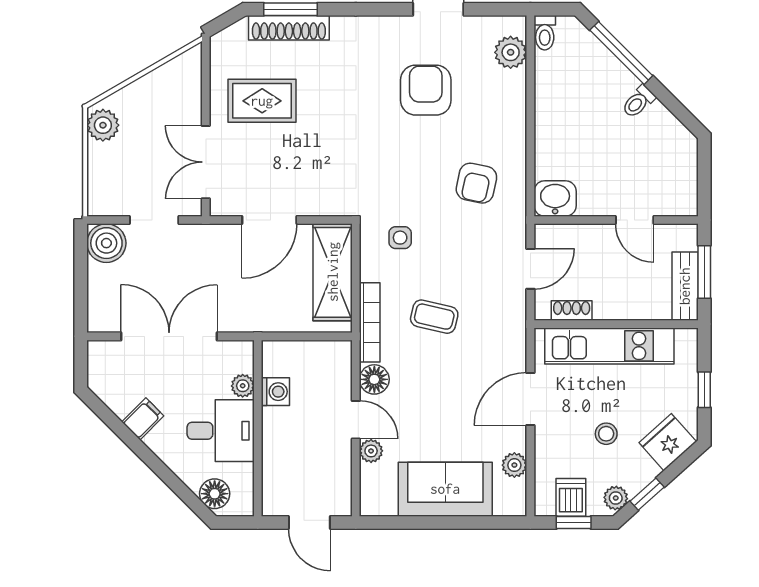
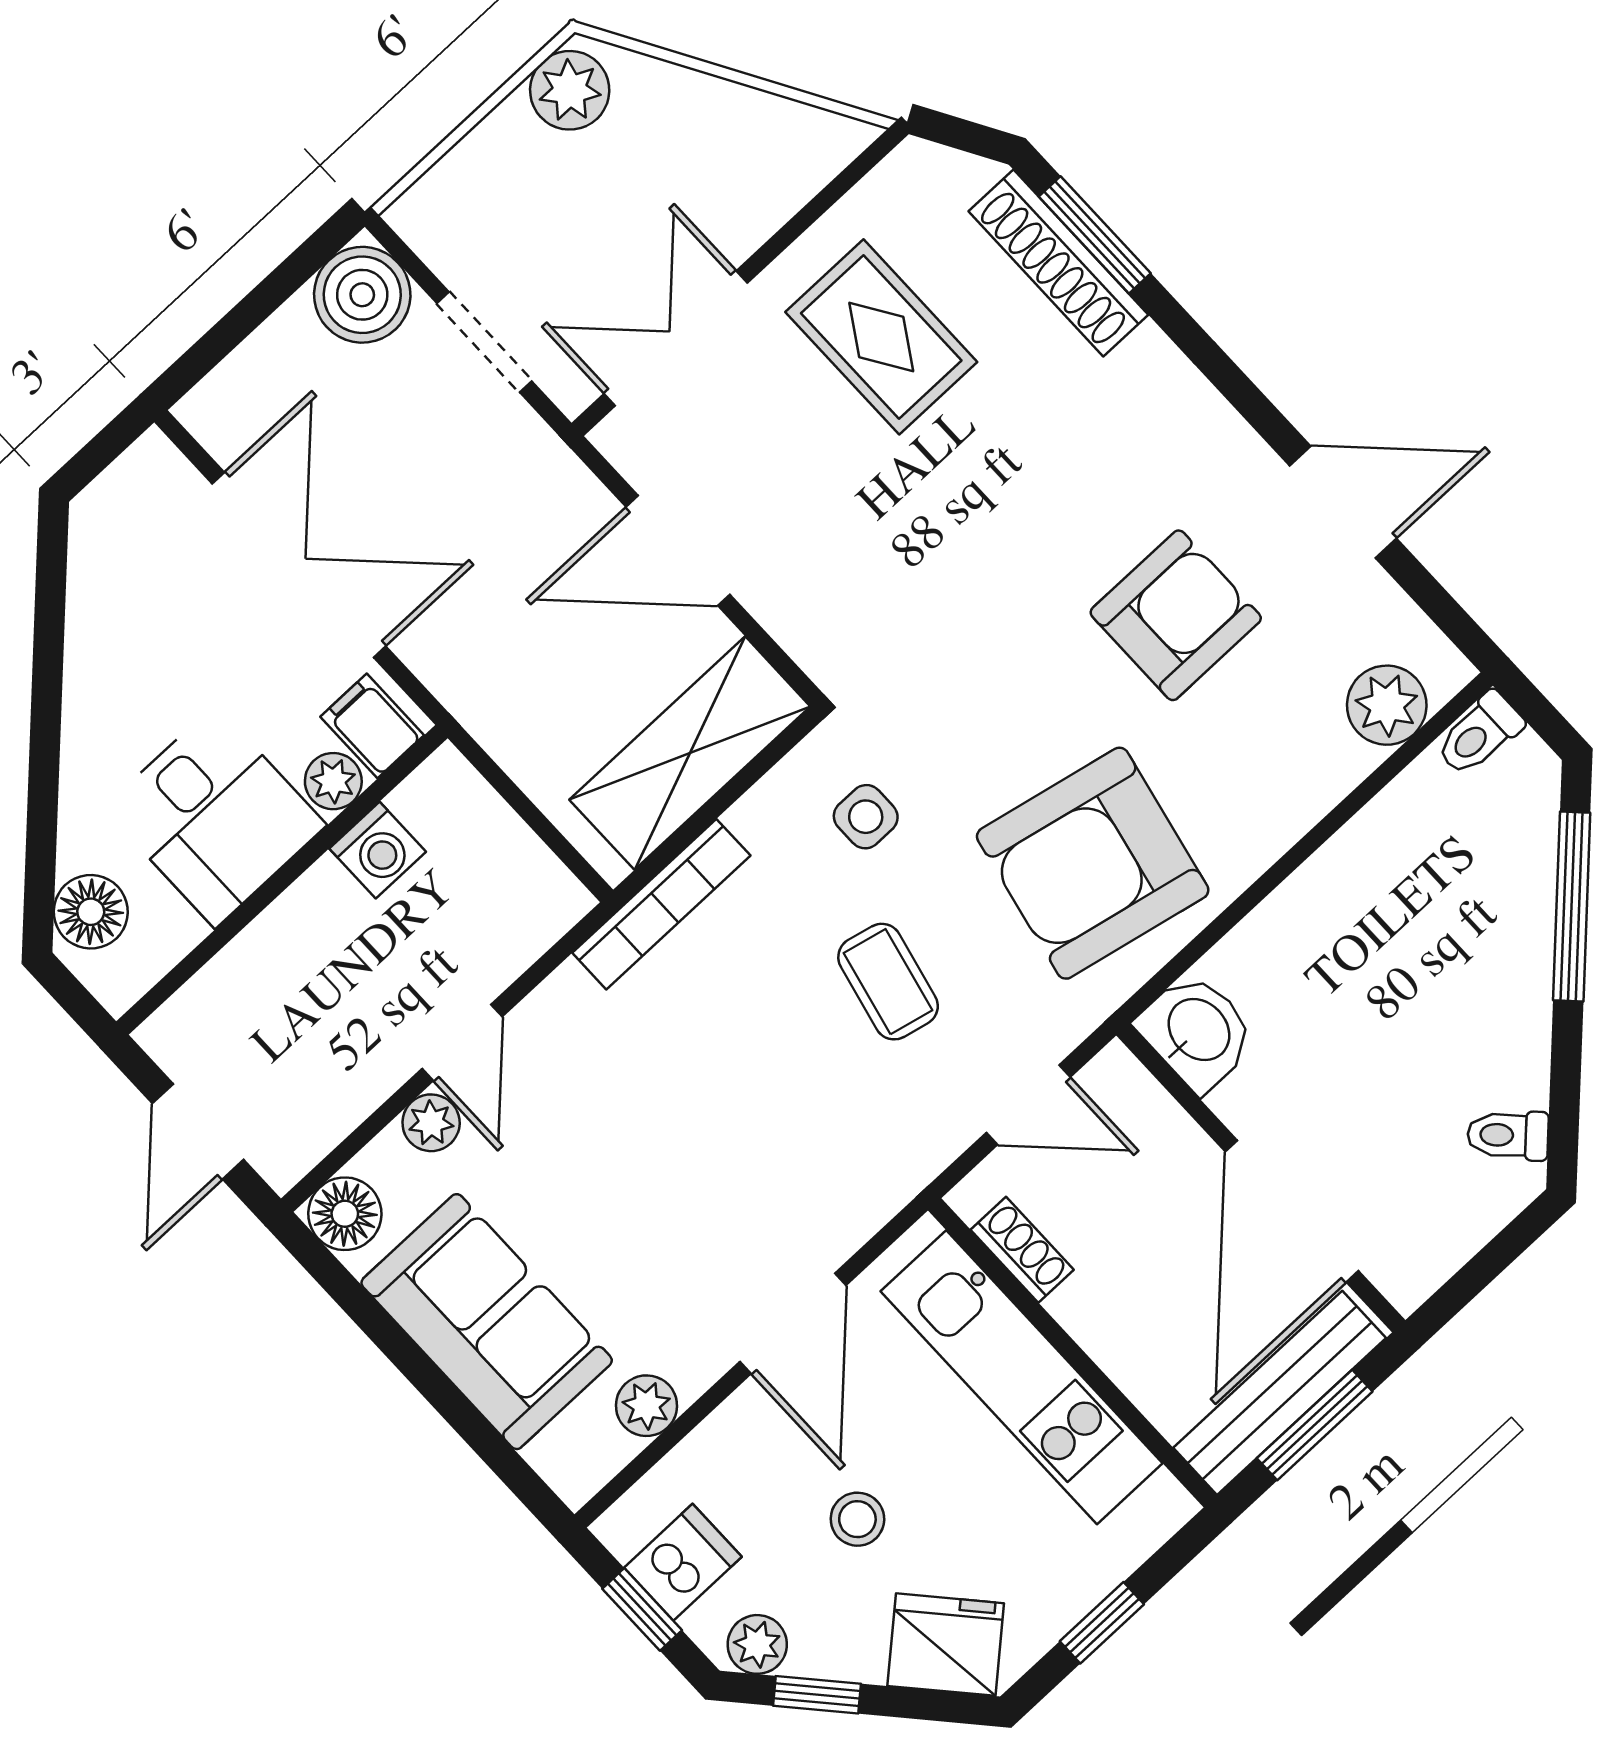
toilet: (638, 102) -> (1508, 1135), moved
armchair: (476, 183) -> (1093, 863), width x1.88, depth x1.88
door: (635, 220) -> (1292, 1211), width x1.88
bench: (685, 286) -> (1280, 1393), width x1.36
coffee table: (434, 317) -> (888, 982), moved
floor lamp: (374, 379) -> (345, 1214), moved
door: (530, 399) -> (793, 1324), swing flipped
filing cabinet: (143, 419) -> (372, 726), moved, turned -135

